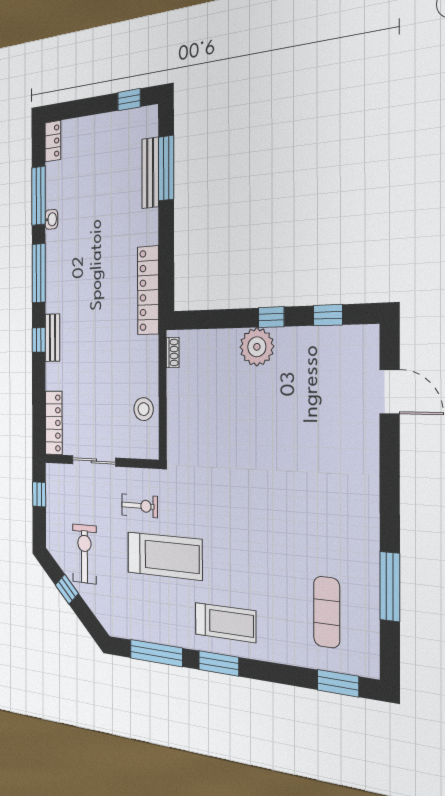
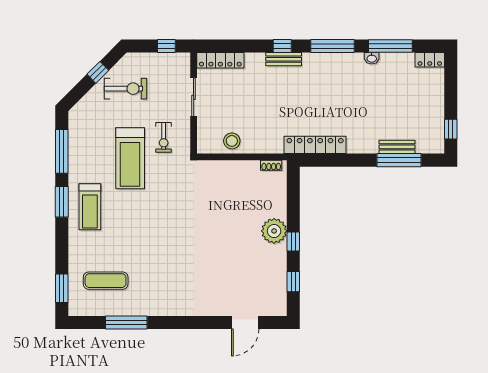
bench: (150, 173) -> (397, 147), width x0.73

